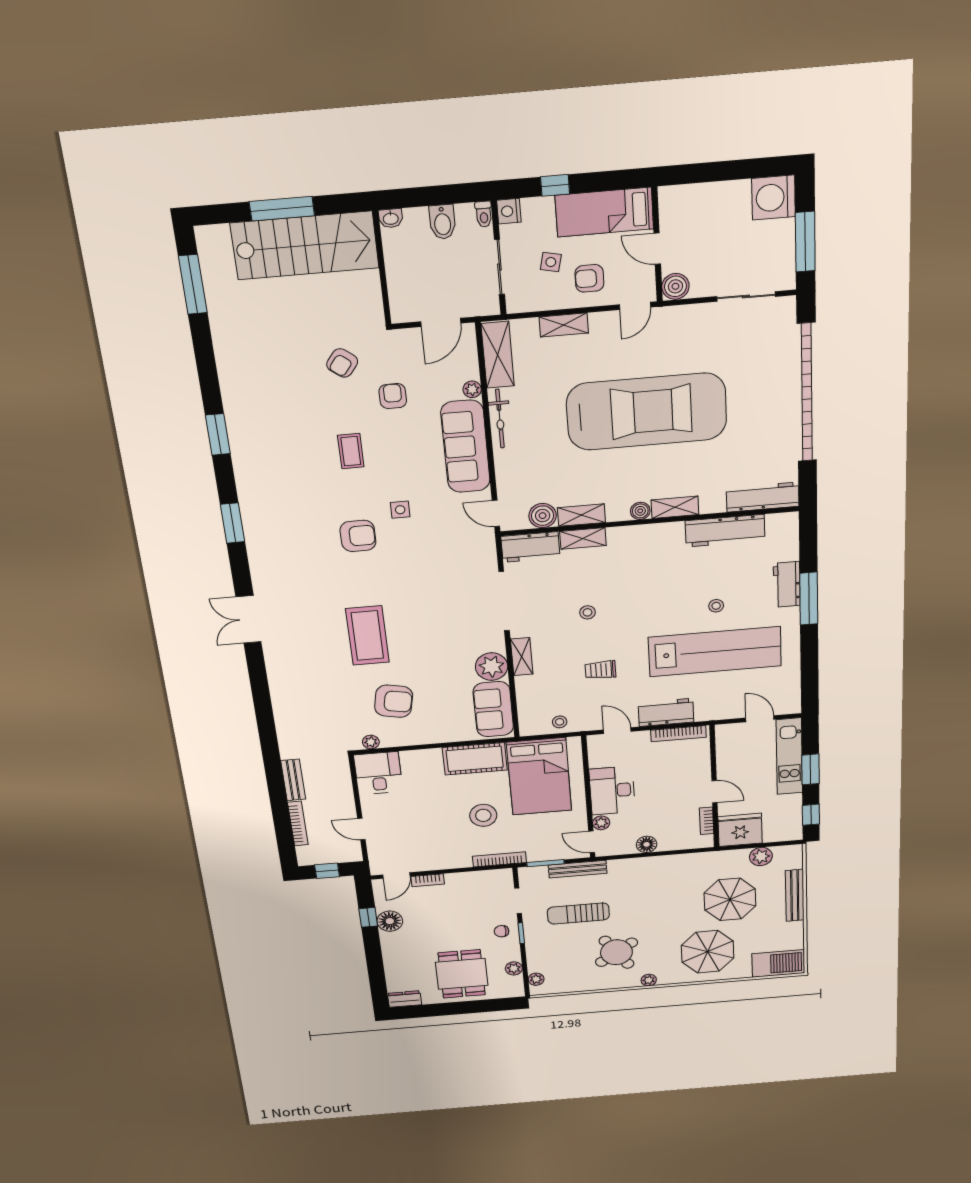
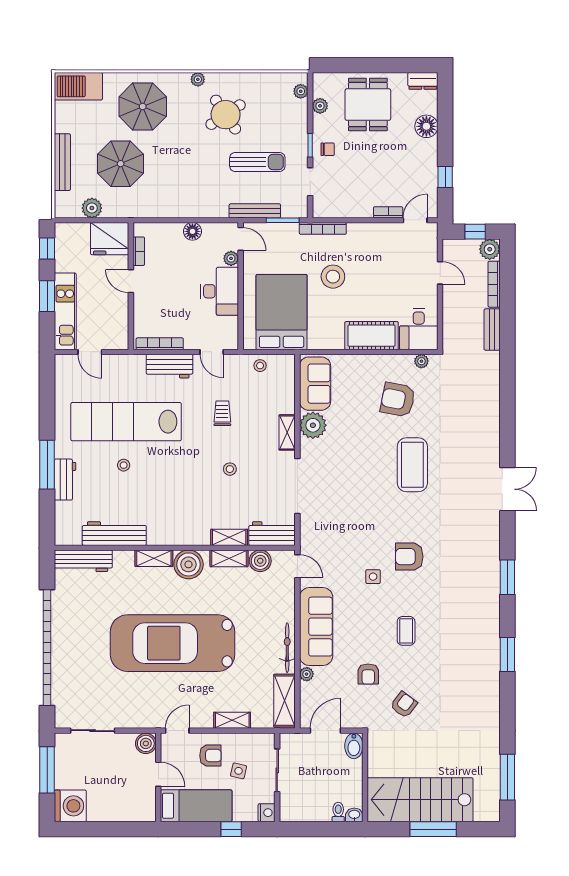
toilet: (484, 214) -> (338, 812), moved
bidet: (442, 222) -> (354, 746), moved, turned 180
boiler: (640, 511) -> (189, 564), width x1.86, depth x1.86
trolley: (600, 670) -> (222, 413), turned -90
cot: (475, 759) -> (371, 336), moved
plant: (308, 856) -> (490, 249), added
floor lamp: (390, 921) -> (426, 126), moved

